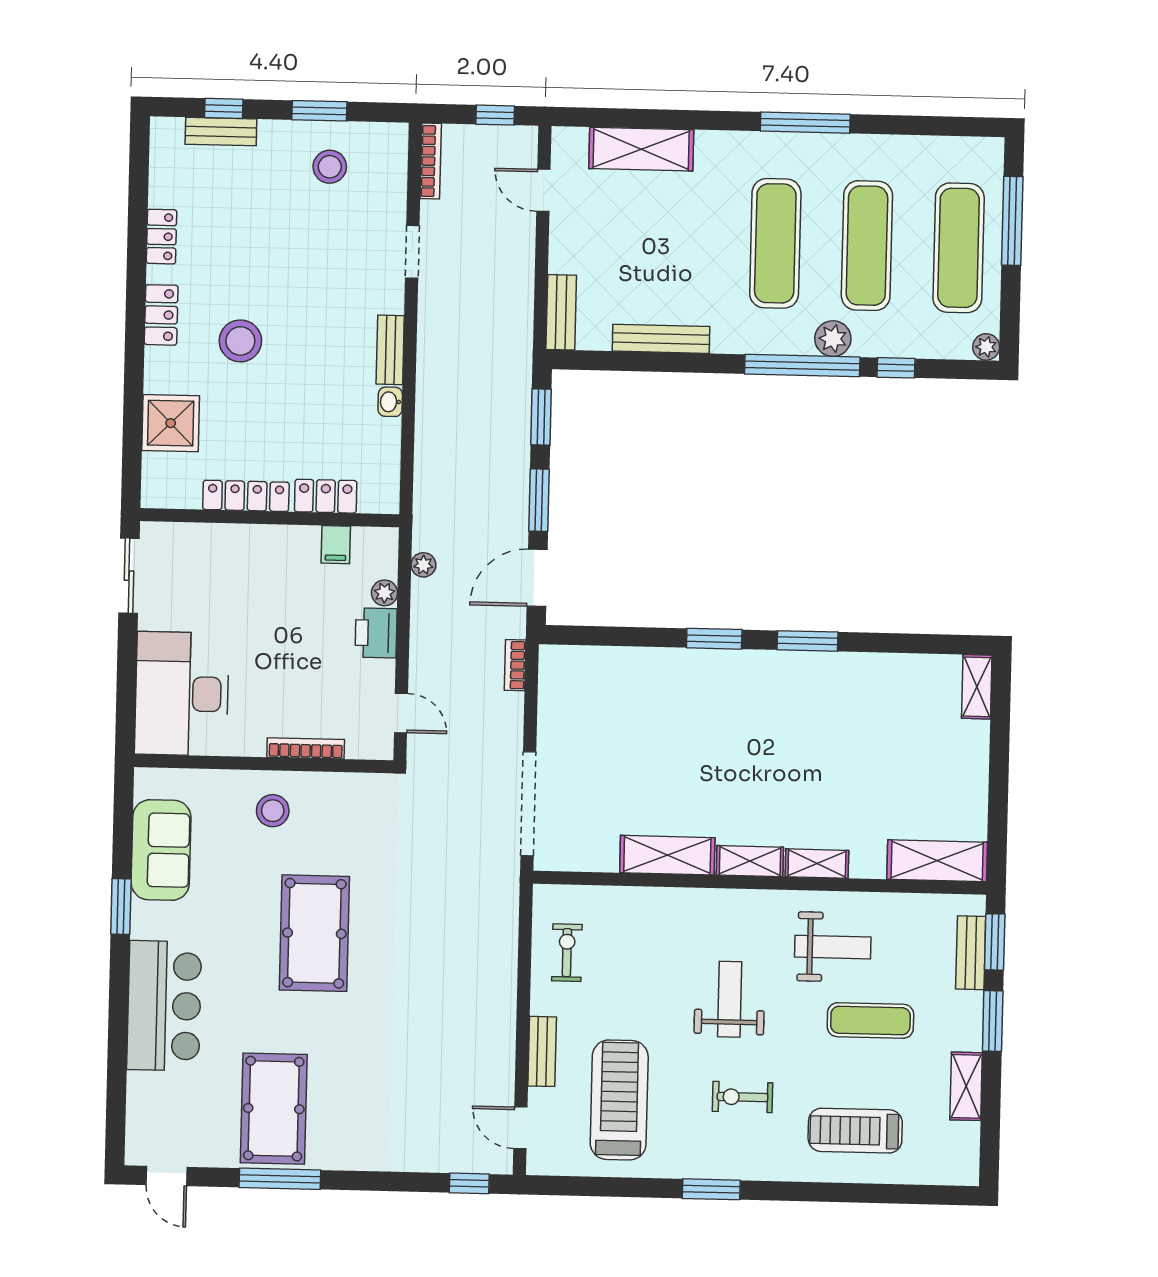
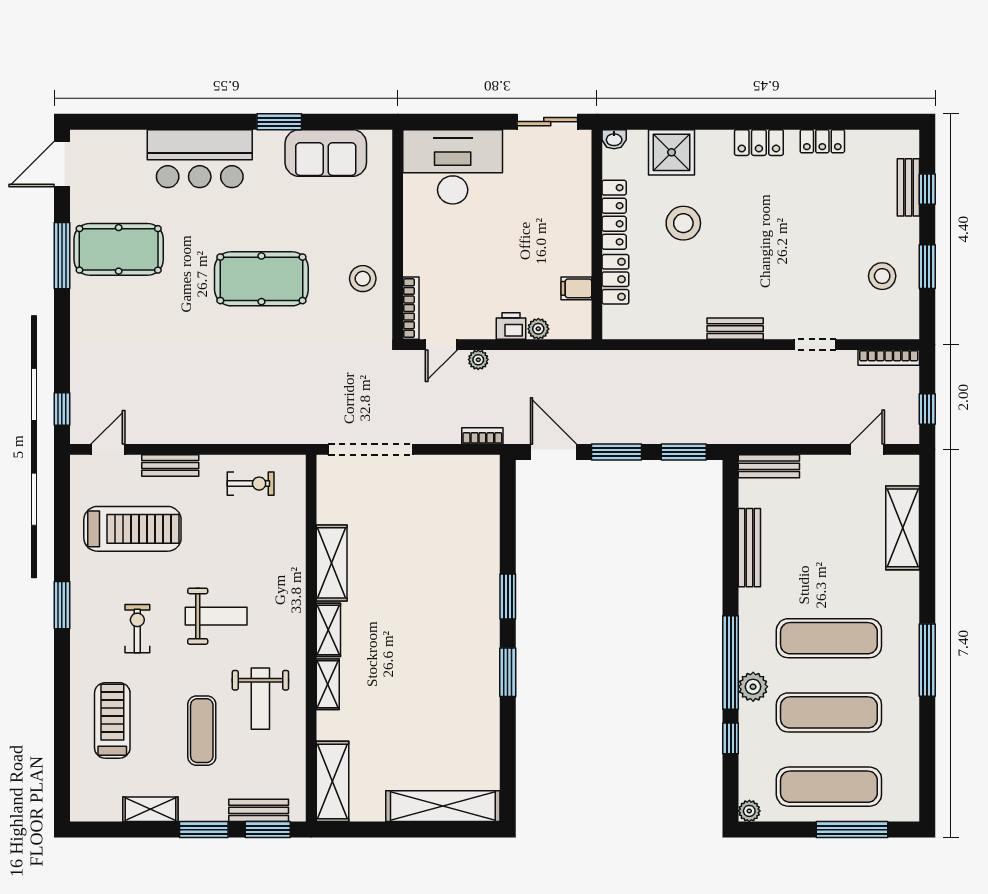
stool: (240, 341) -> (683, 223), moved
washbasin: (390, 402) -> (614, 139), moved, turned 180
plant: (423, 565) -> (478, 360), moved
printer: (376, 633) -> (511, 326), width x0.73, depth x0.81
shelving: (977, 687) -> (443, 806), width x2.20, depth x1.33
bookcase: (306, 748) -> (411, 308), moved
stool: (273, 811) -> (363, 279), moved
door: (167, 1176) -> (62, 164), width x1.38

